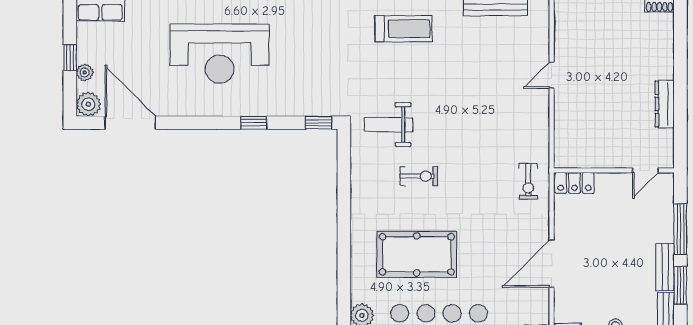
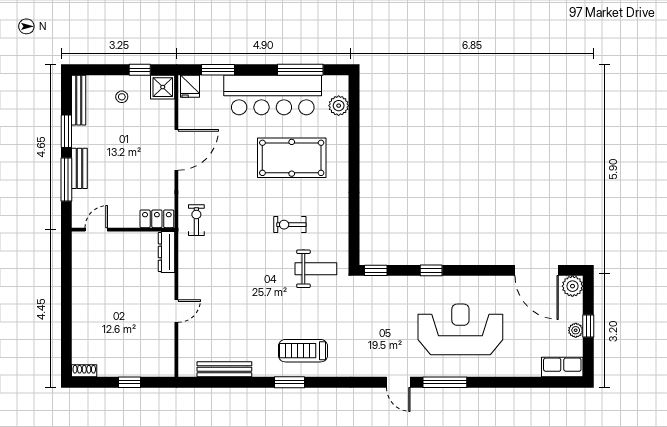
plant: (85, 72) -> (576, 330), moved
dresser: (665, 104) -> (167, 252), moved, turned 180
bench: (665, 267) -> (79, 168), moved

